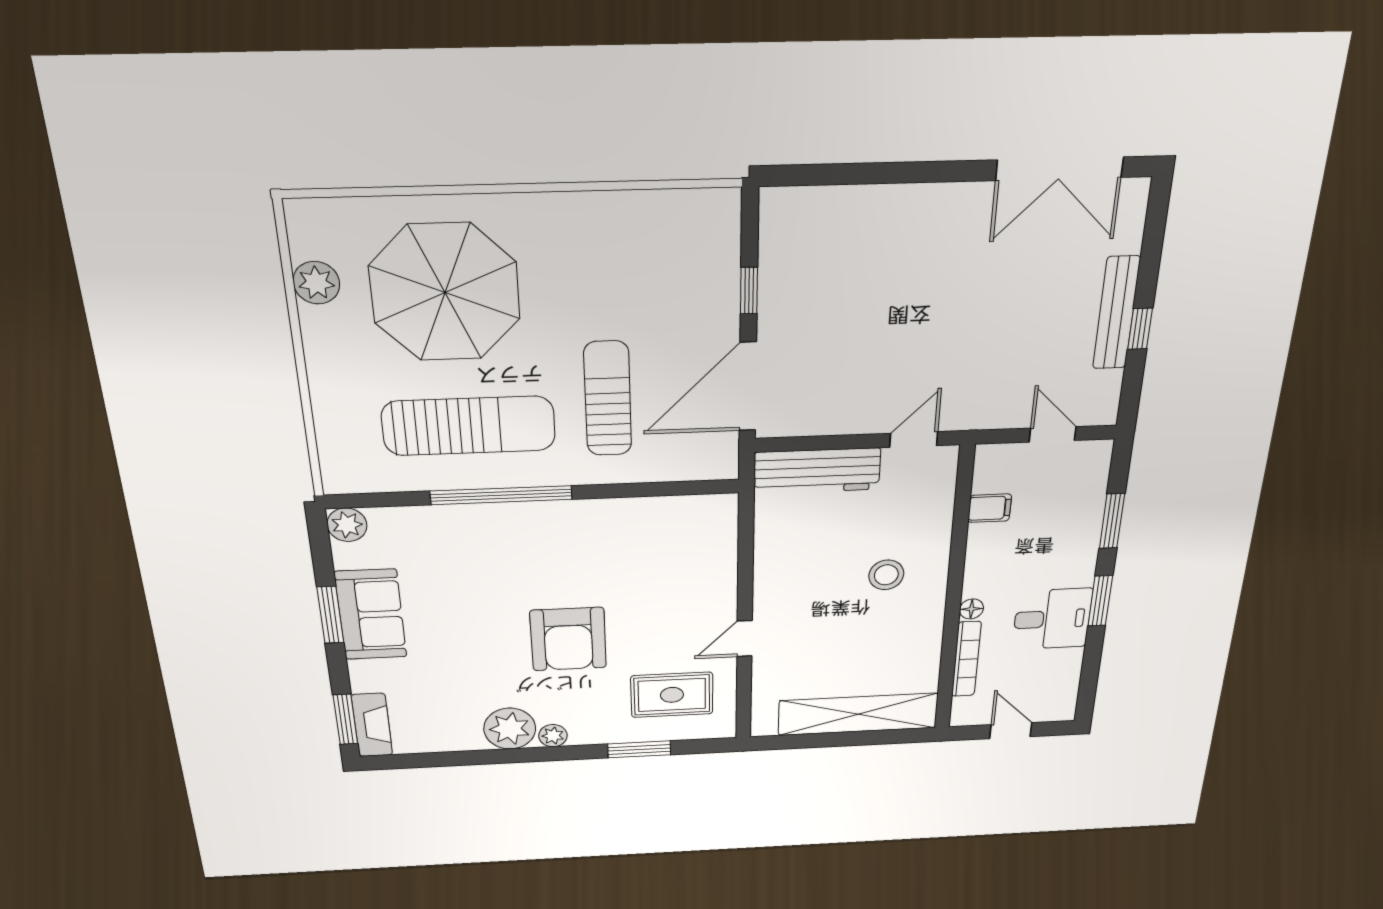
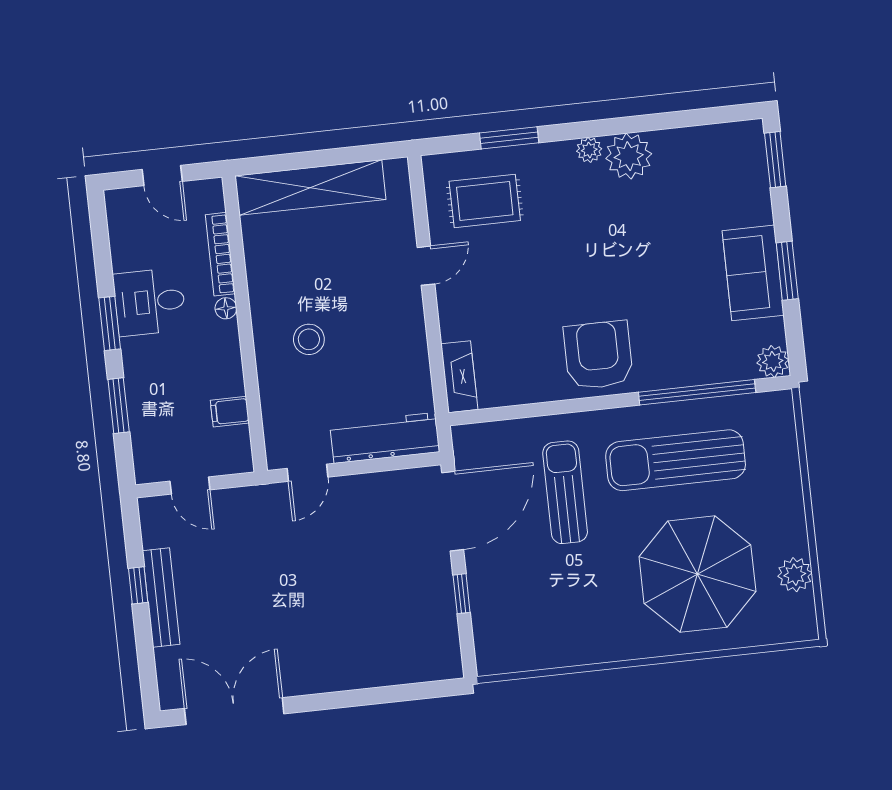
sun lounger: (608, 399) -> (565, 492), turned 180
window: (501, 495) -> (697, 392), moved
armchair: (568, 639) -> (598, 355), moved
fireplace: (372, 725) -> (459, 377), moved, turned 180

